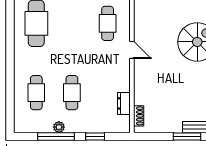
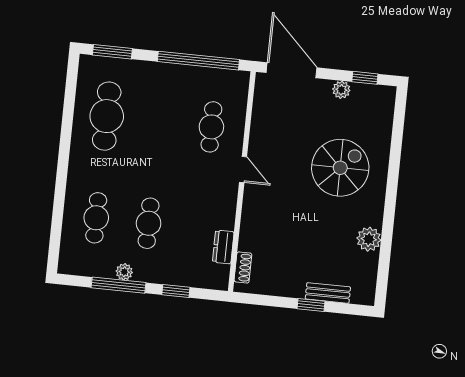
window: (187, 136) -> (311, 305), width x0.67

